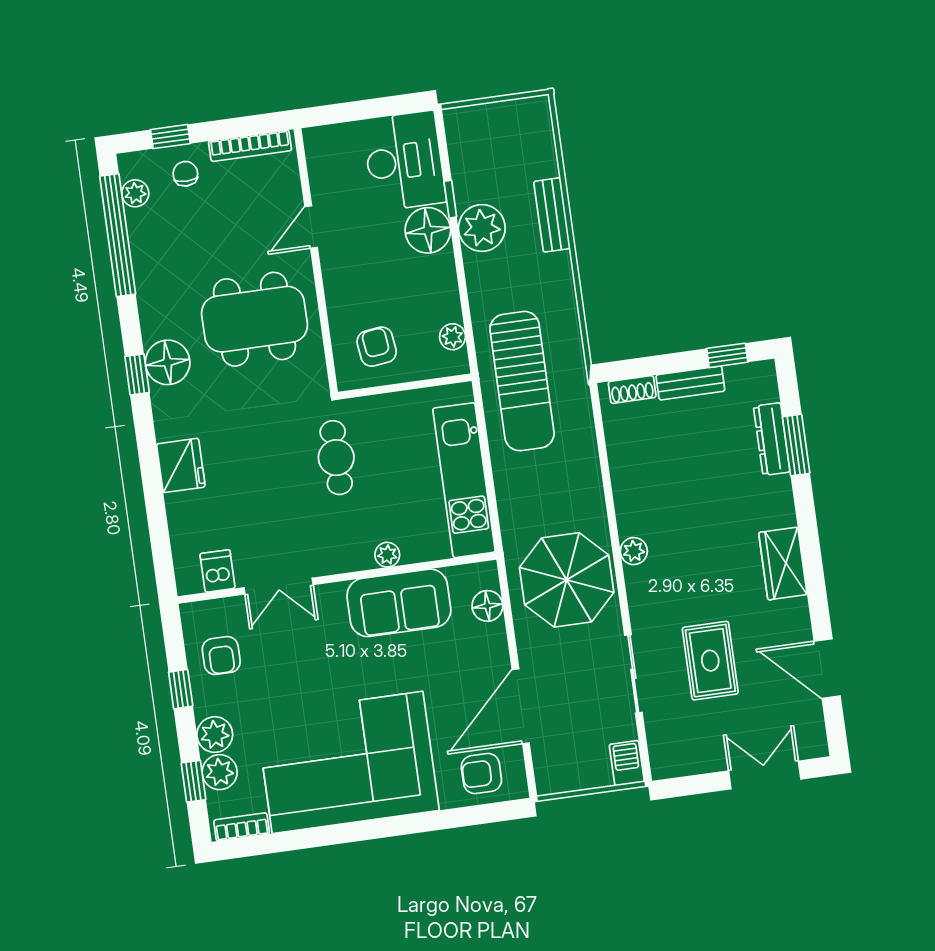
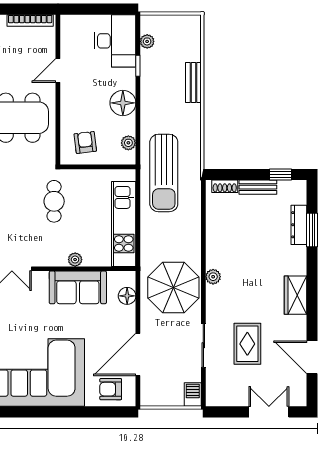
plant: (482, 228) -> (147, 41), moved, width x0.53, depth x0.53
floor lamp: (428, 230) -> (123, 103), moved

